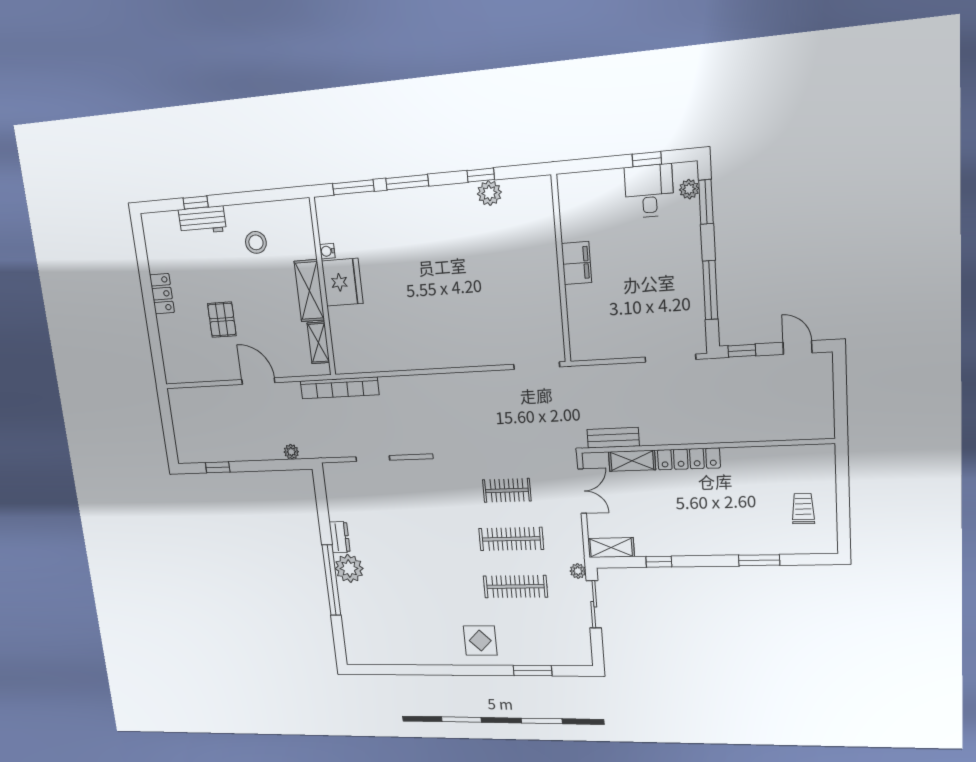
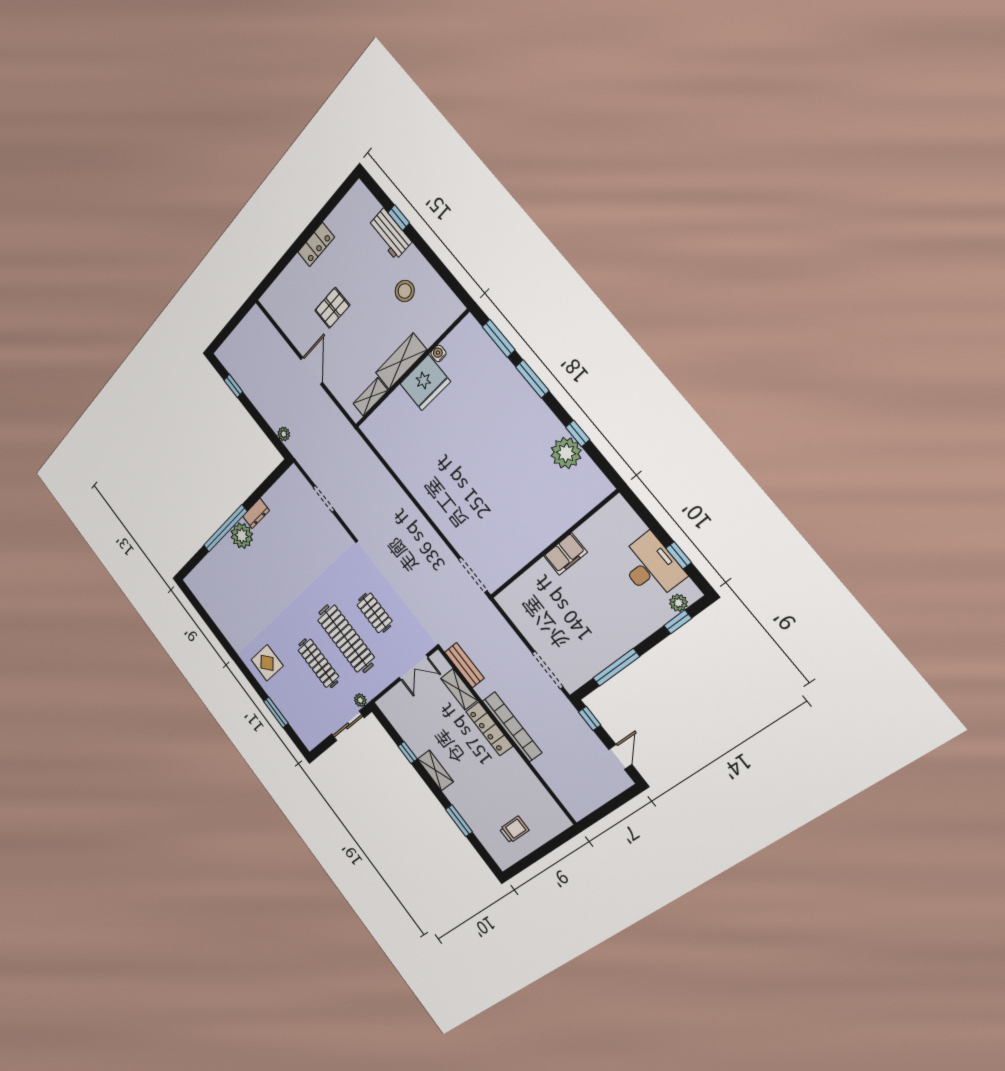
desk: (649, 191) -> (651, 567), width x1.37
plant: (489, 193) -> (566, 453), width x1.36, depth x1.36
window: (706, 202) -> (678, 622), width x0.67
bookcase: (339, 388) -> (512, 727), moved, turned 180
clothes rail: (511, 539) -> (346, 639), width x1.37, depth x1.31
shelving: (611, 548) -> (435, 770), moved

